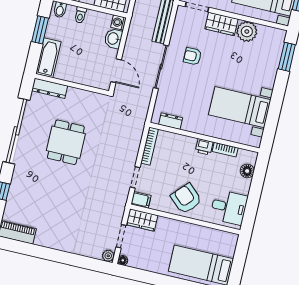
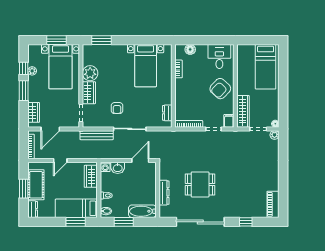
dresser: (50, 88) -> (164, 193), moved
printer: (204, 147) -> (180, 84), removed
wardrobe: (142, 220) -> (243, 111), width x1.50

